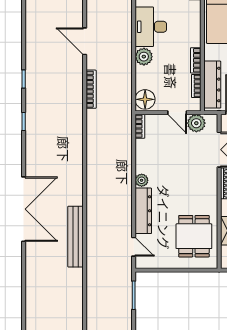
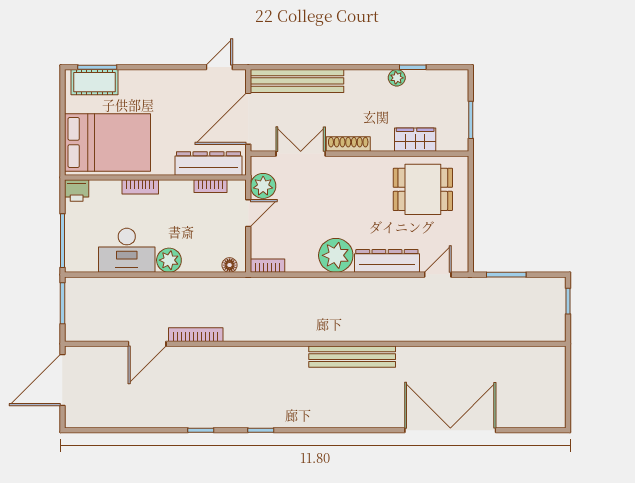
bookcase: (196, 60) -> (140, 187), moved
bookcase: (91, 89) -> (196, 335), moved
floor lamp: (145, 99) -> (230, 265), width x0.53, depth x0.53
plant: (142, 180) -> (336, 255), width x1.88, depth x1.88
double door: (24, 209) -> (450, 430), moved
bench: (76, 237) -> (352, 357), moved

